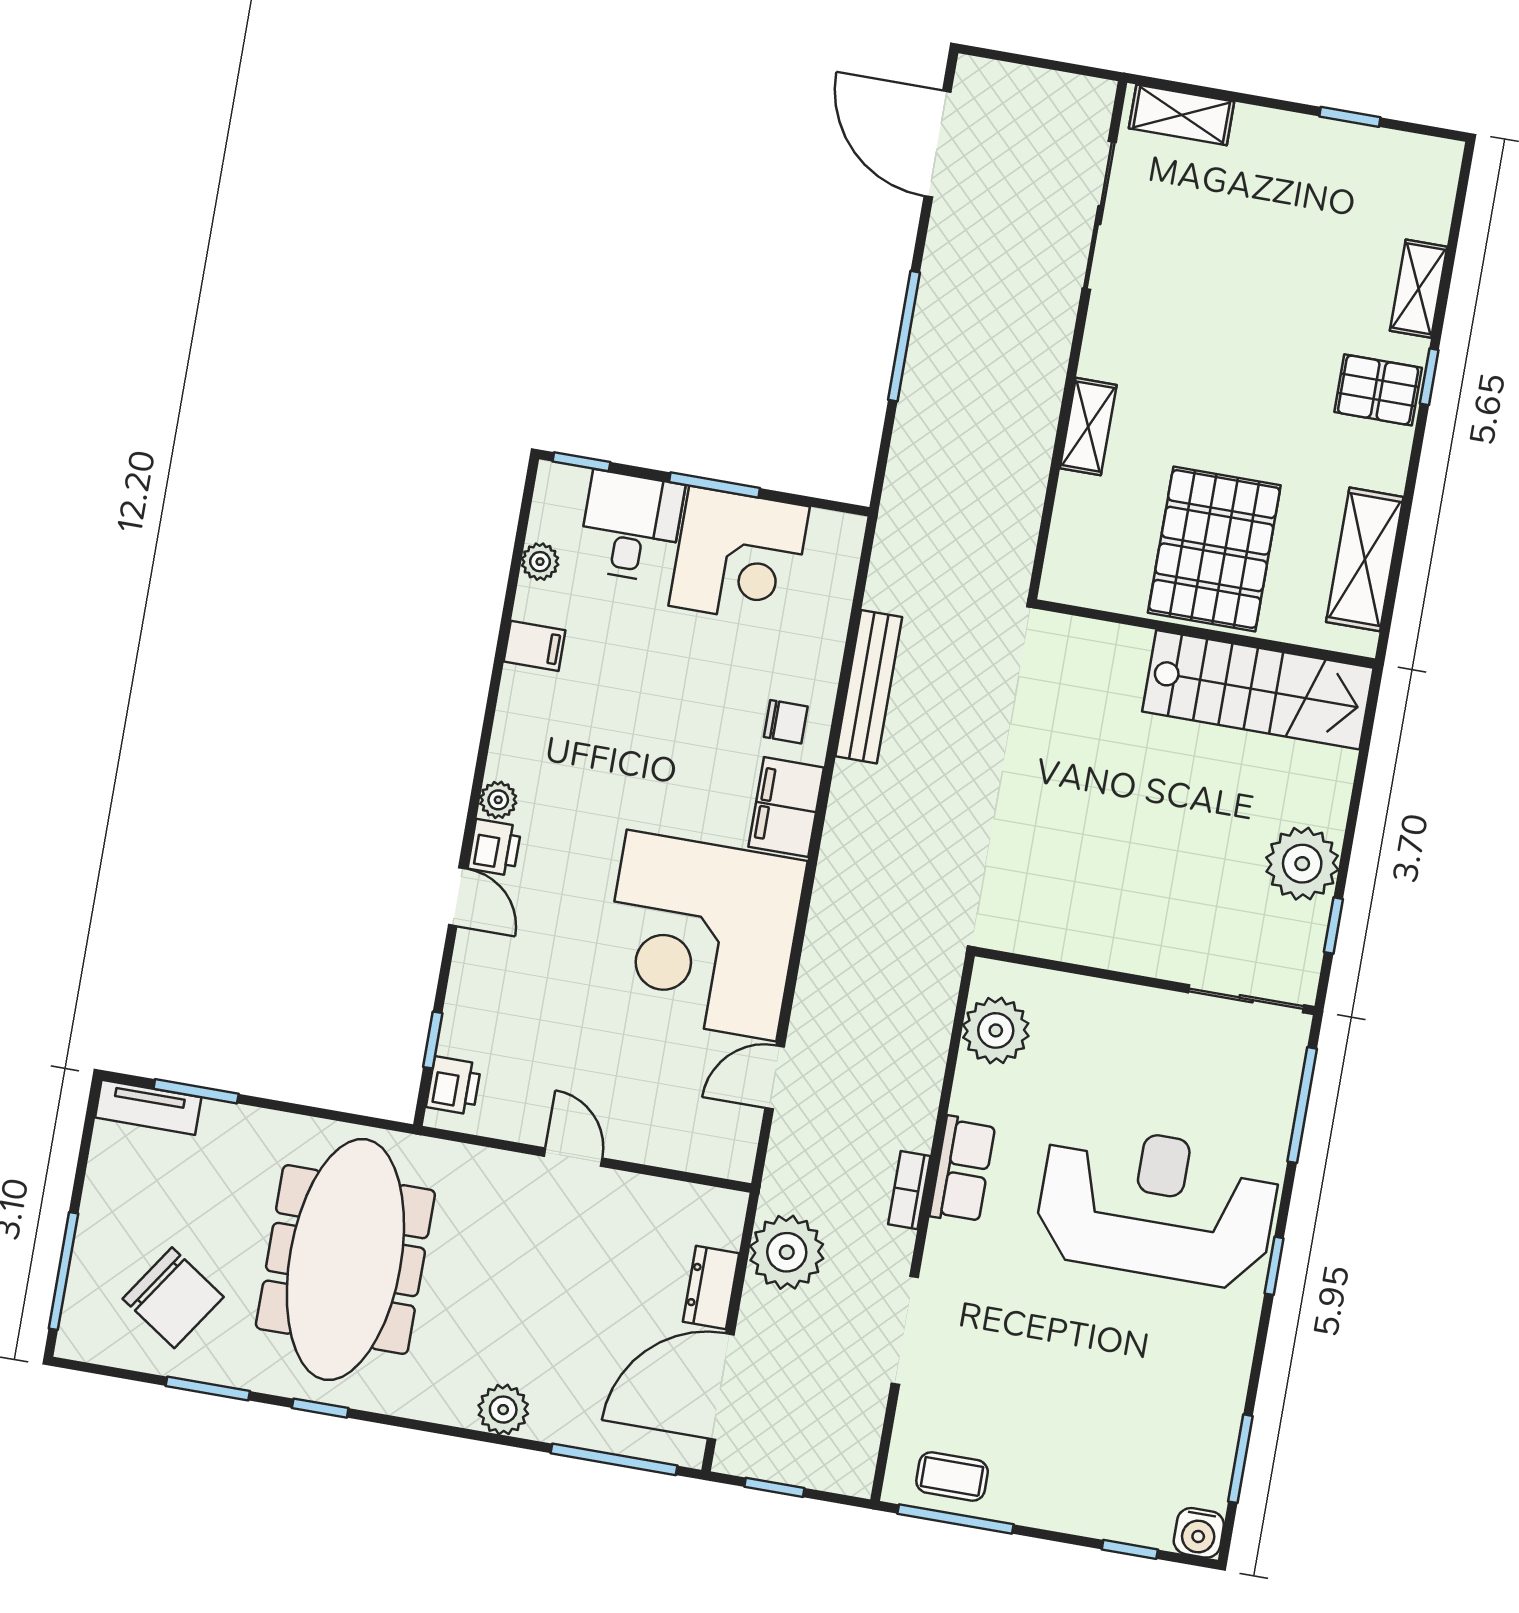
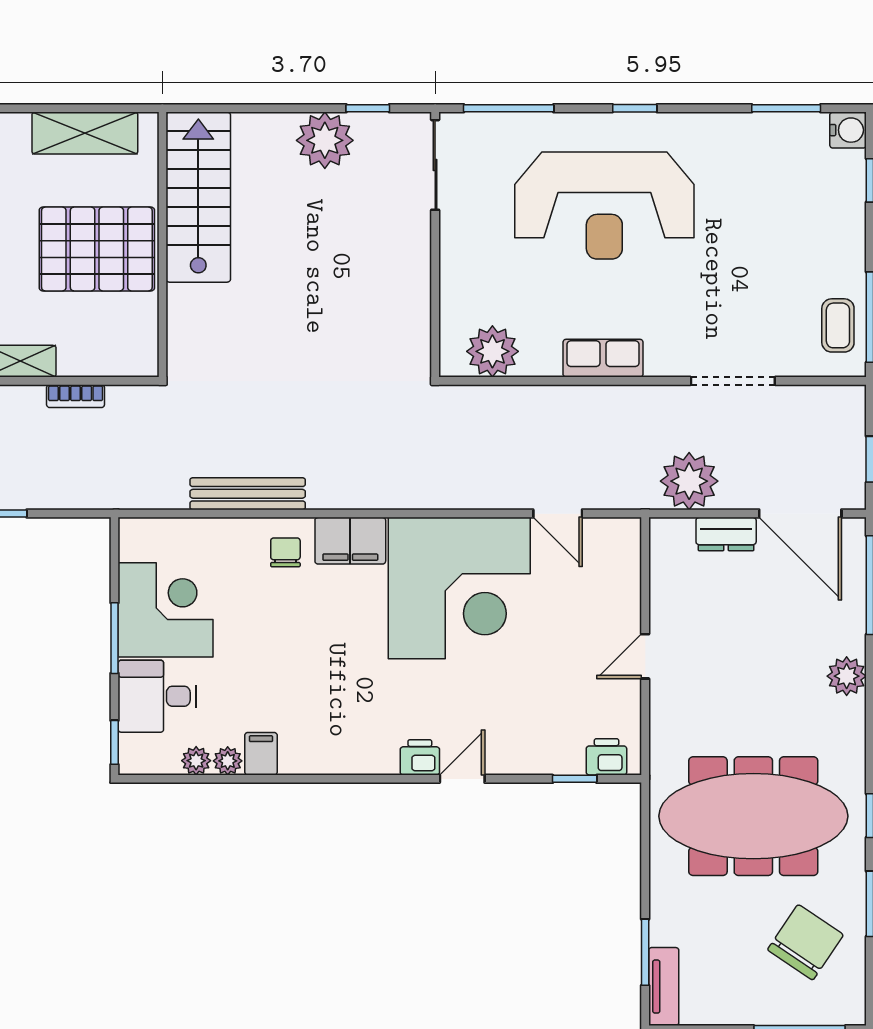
plant: (498, 800) -> (228, 761), moved
bookcase: (909, 1190) -> (76, 396), moved
reception desk: (1157, 1205) -> (604, 206), turned -90

